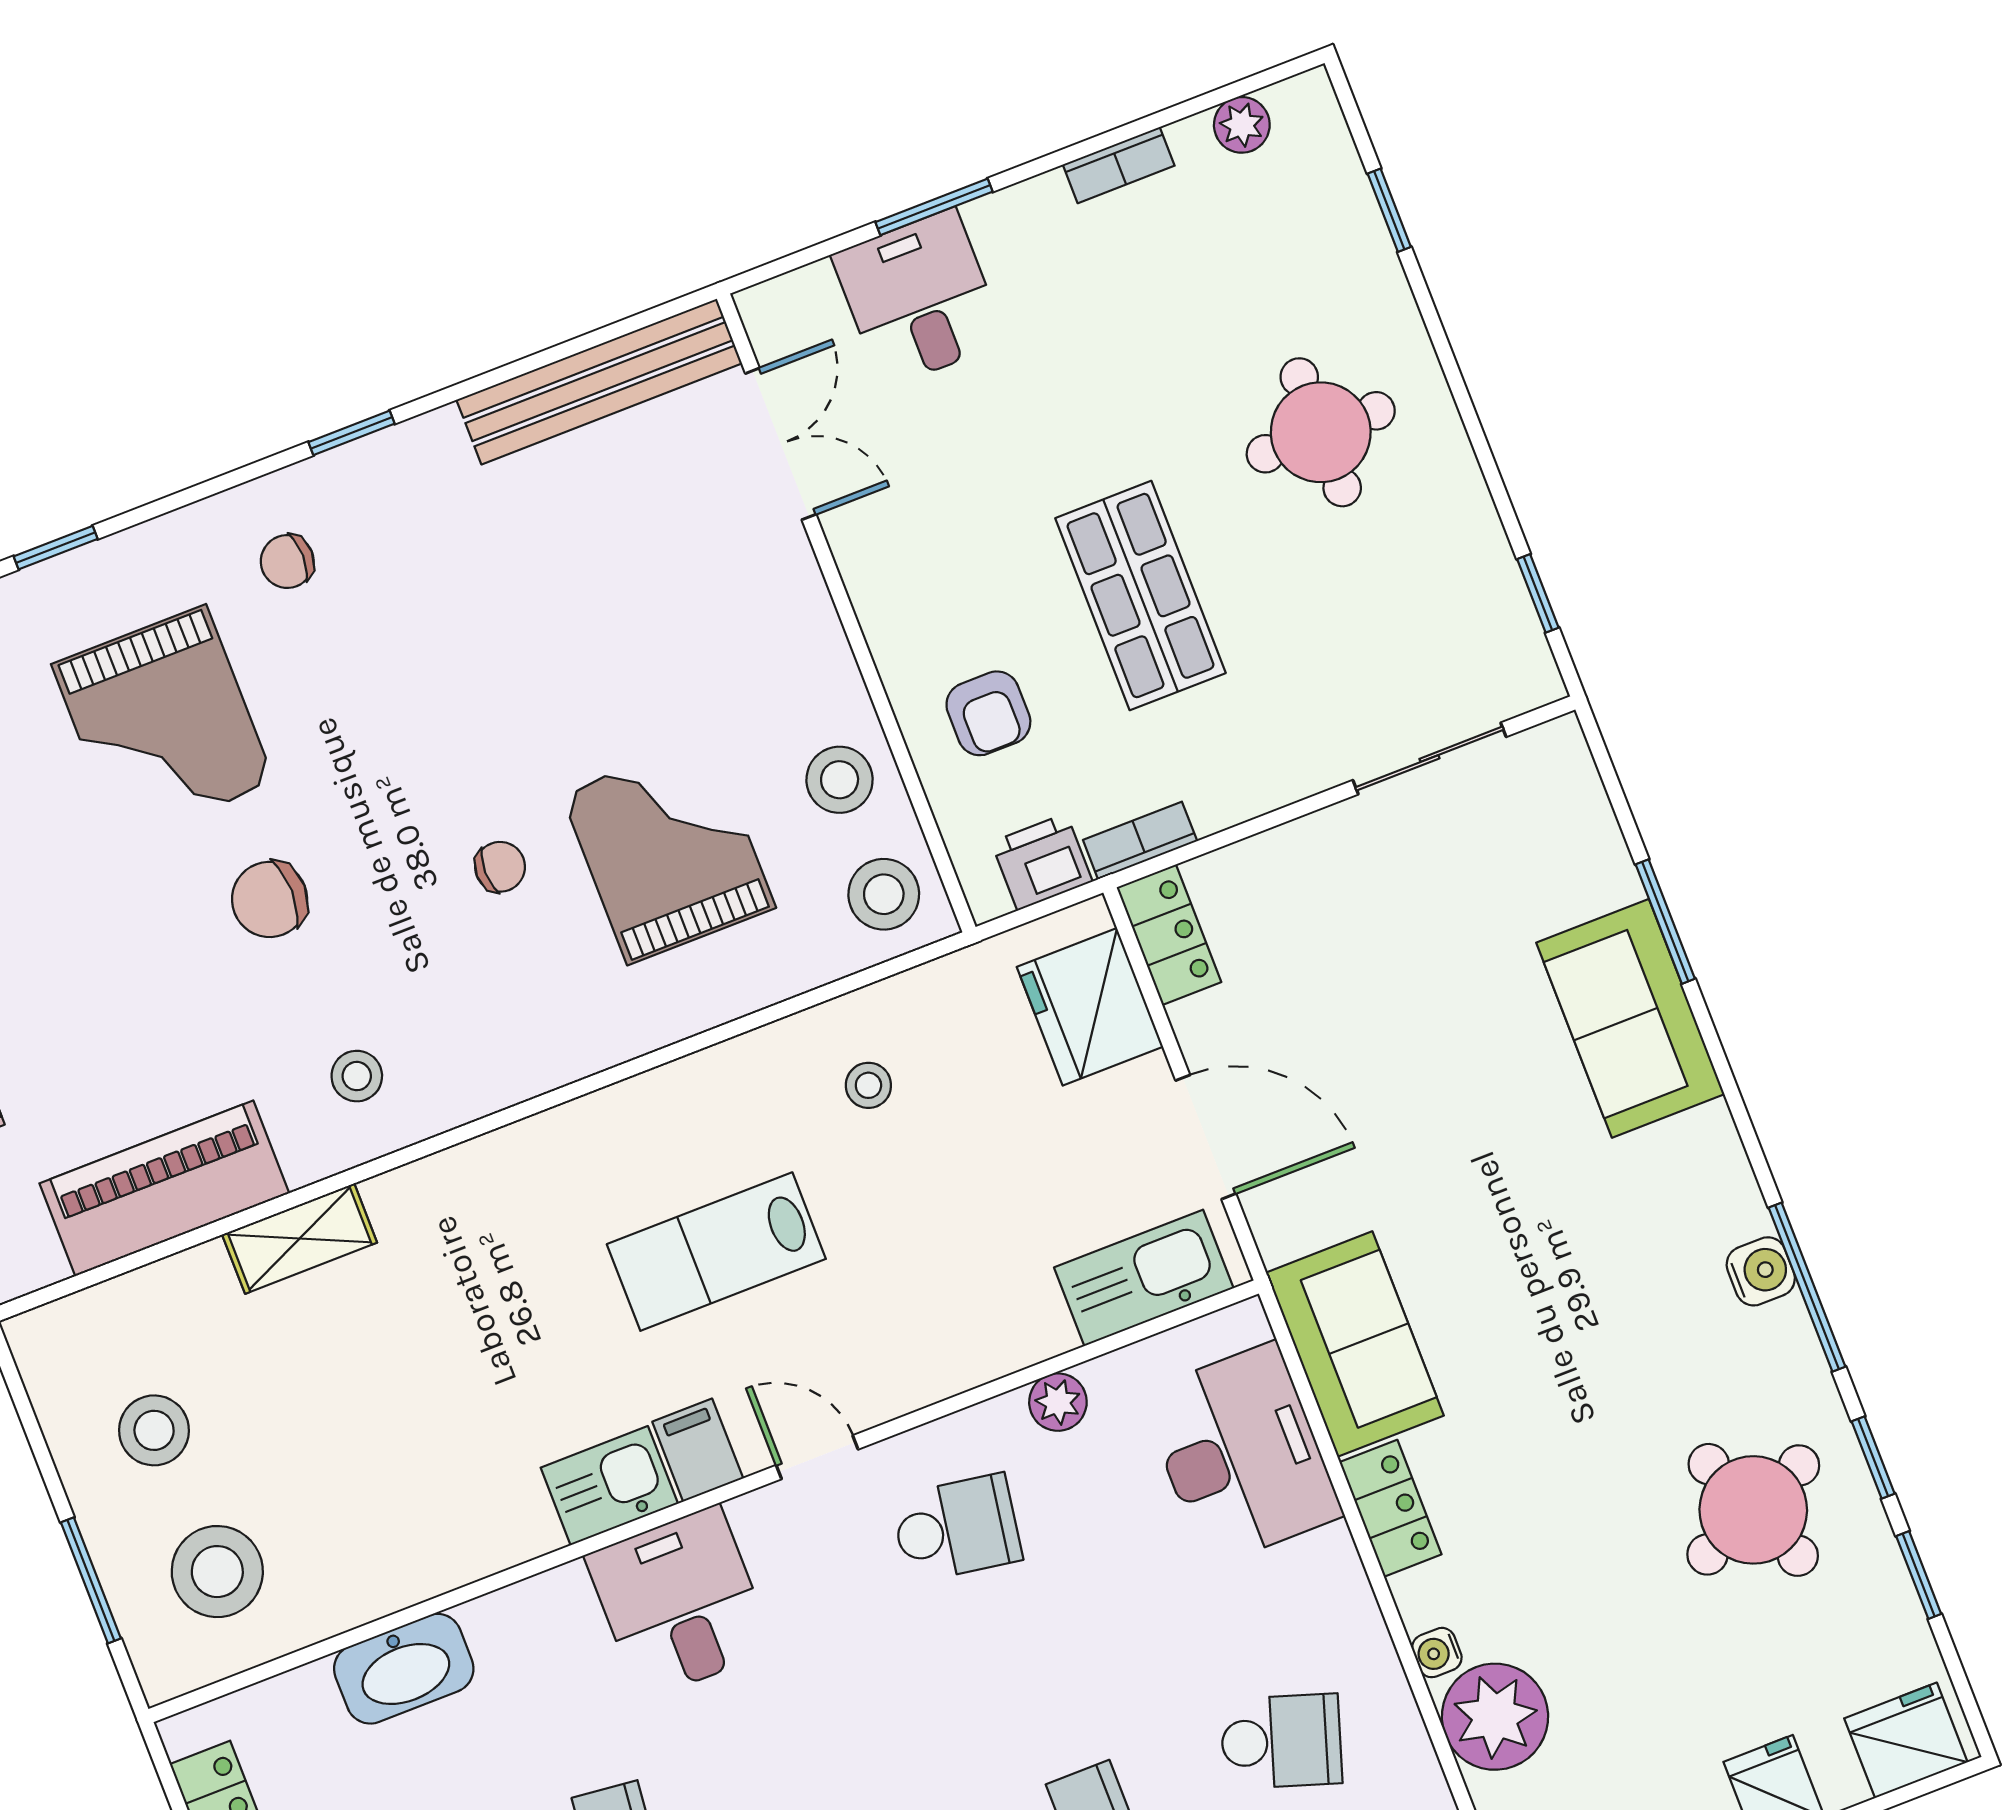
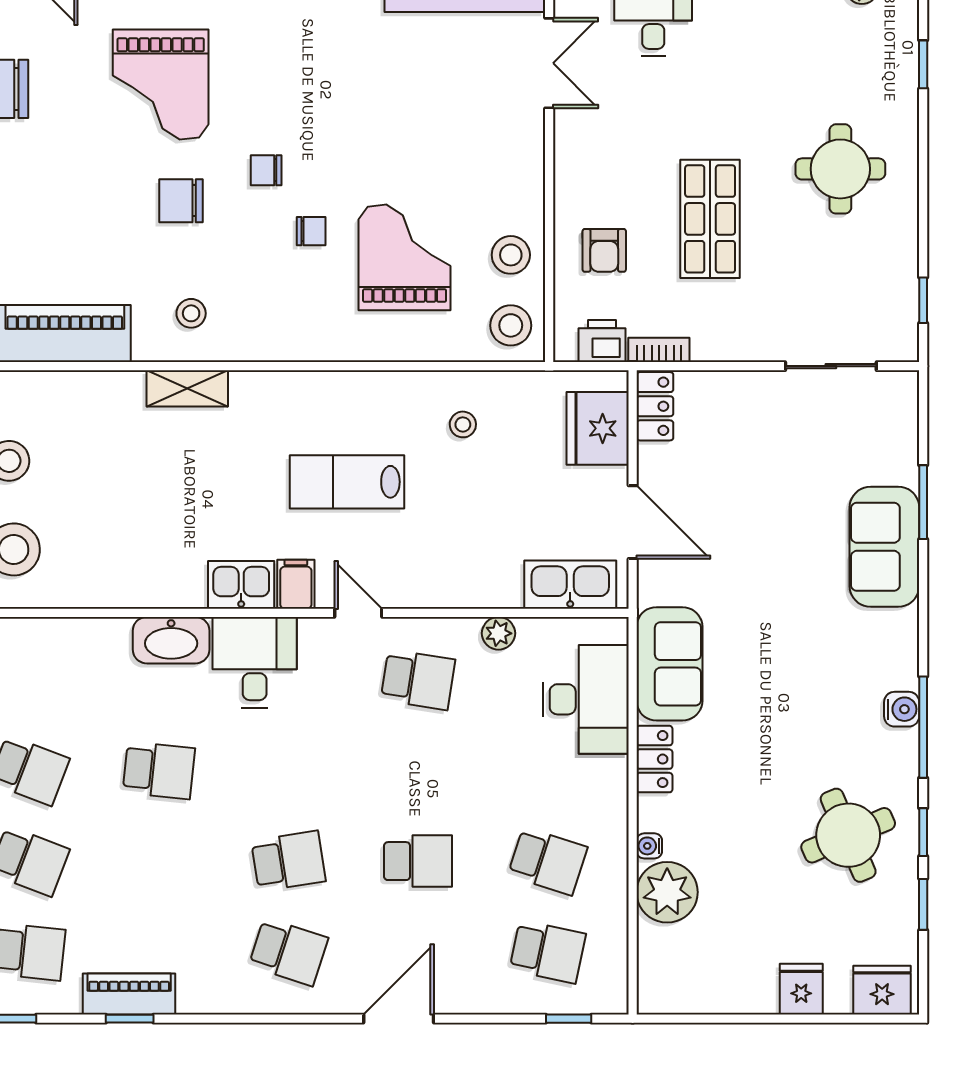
chair: (287, 561) -> (266, 170), moved
shelving: (300, 1238) -> (187, 388), moved
washbasin: (404, 1669) -> (171, 640), moved

